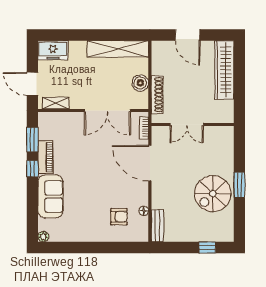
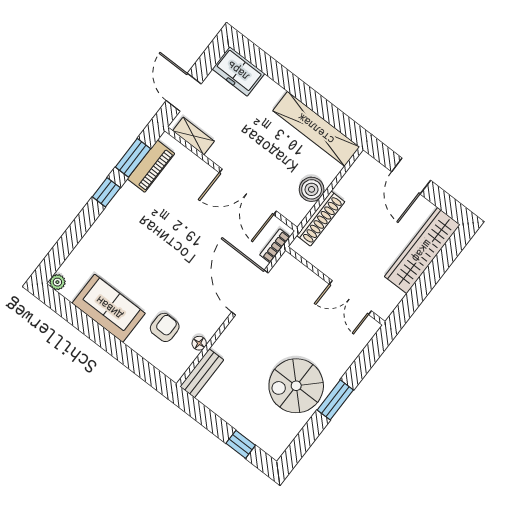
double door: (187, 124) -> (350, 297), moved
piano: (45, 157) -> (151, 166), moved
sofa: (50, 196) -> (109, 308), moved, turned -90
armchair: (119, 217) -> (165, 327), turned -90

